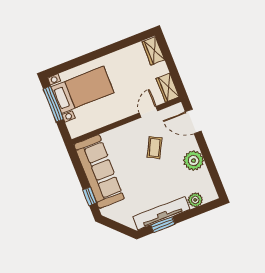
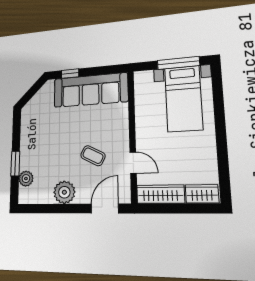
wardrobe: (168, 88) -> (160, 194), width x1.50
tv unit: (162, 213) -> (27, 140), removed
window: (163, 225) -> (15, 164), moved

